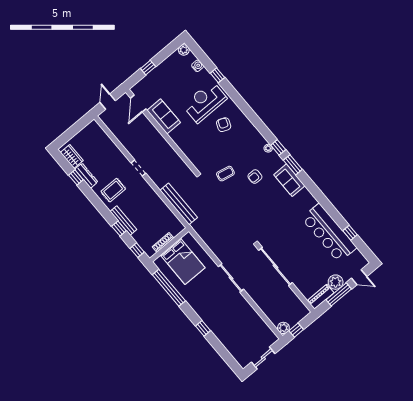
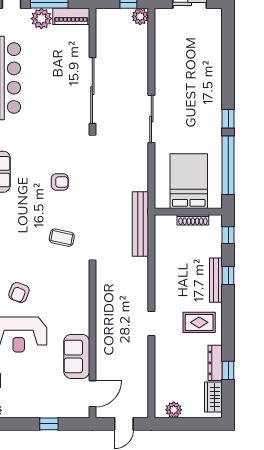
plant: (87, 132) -> (174, 410), added
armchair: (255, 177) -> (60, 182), moved
bench: (179, 204) -> (140, 224), moved
window: (203, 328) -> (228, 119), moved

